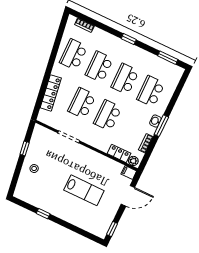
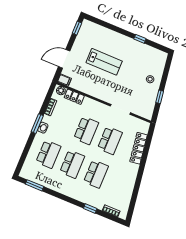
window: (129, 39) -> (90, 208), moved
school desk: (73, 54) -> (120, 184), removed
lab bench: (84, 190) -> (104, 62), turned 180

